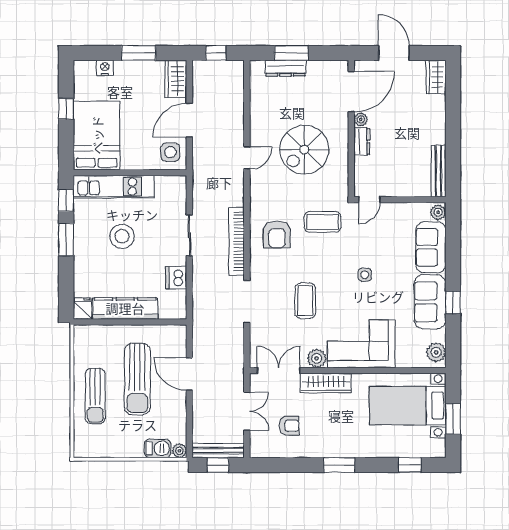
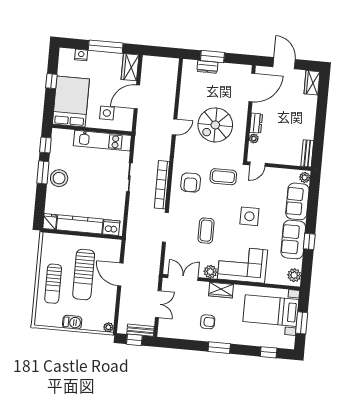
window: (139, 53) -> (106, 47), width x1.44
window: (216, 53) -> (160, 52), removed
dresser: (285, 68) -> (207, 67), width x0.70
plant: (361, 119) -> (254, 138), moved
side table: (170, 152) -> (107, 113), moved
bench: (438, 171) -> (307, 153), width x0.73
kitchen unit: (114, 187) -> (102, 141), moved
stool: (122, 236) -> (59, 178), moved
side table: (365, 275) -> (249, 216), width x1.87, depth x1.87
dishwasher: (176, 278) -> (111, 227), moved, turned 90
wardrobe: (326, 383) -> (221, 290), width x0.67
armchair: (289, 426) -> (208, 322), moved
barbecue: (158, 448) -> (72, 322), moved
bench: (218, 451) -> (141, 330), width x0.73

